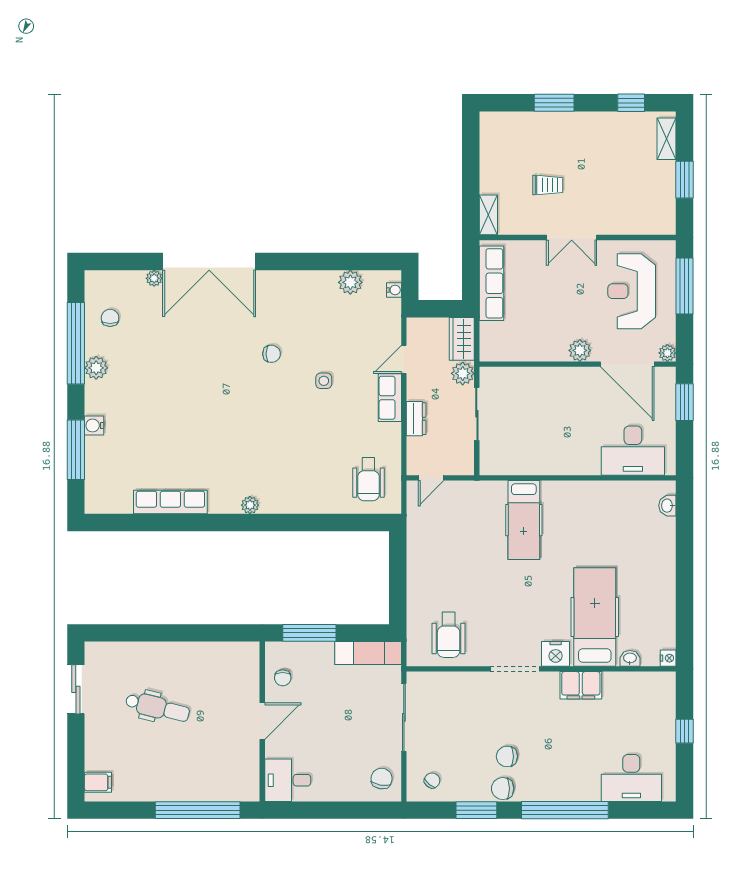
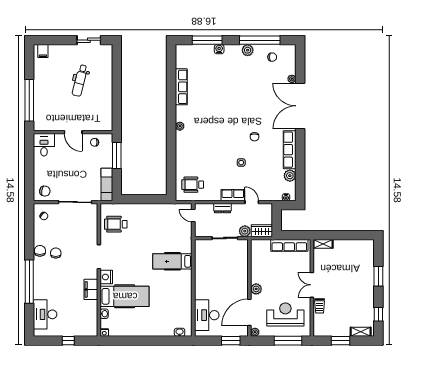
trolley: (548, 185) -> (320, 306), moved
row of seats: (298, 283) -> (290, 150), added
window: (476, 810) -> (29, 238), removed

